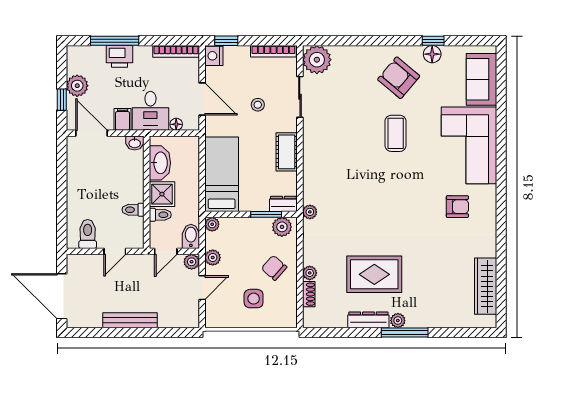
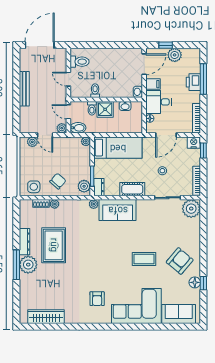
washbasin: (160, 163) -> (125, 106), width x0.52, depth x0.69
sofa: (319, 175) -> (118, 210), added
plant: (213, 258) -> (32, 142), moved
side table: (254, 299) -> (34, 187), moved
plant: (398, 321) -> (28, 265), width x1.88, depth x1.88

